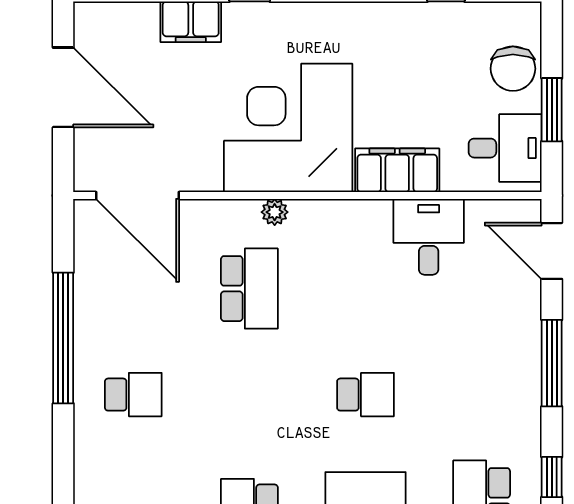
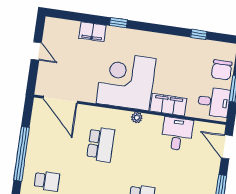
door: (63, 87) -> (36, 51), width x0.53
plant: (275, 212) -> (137, 118), moved

